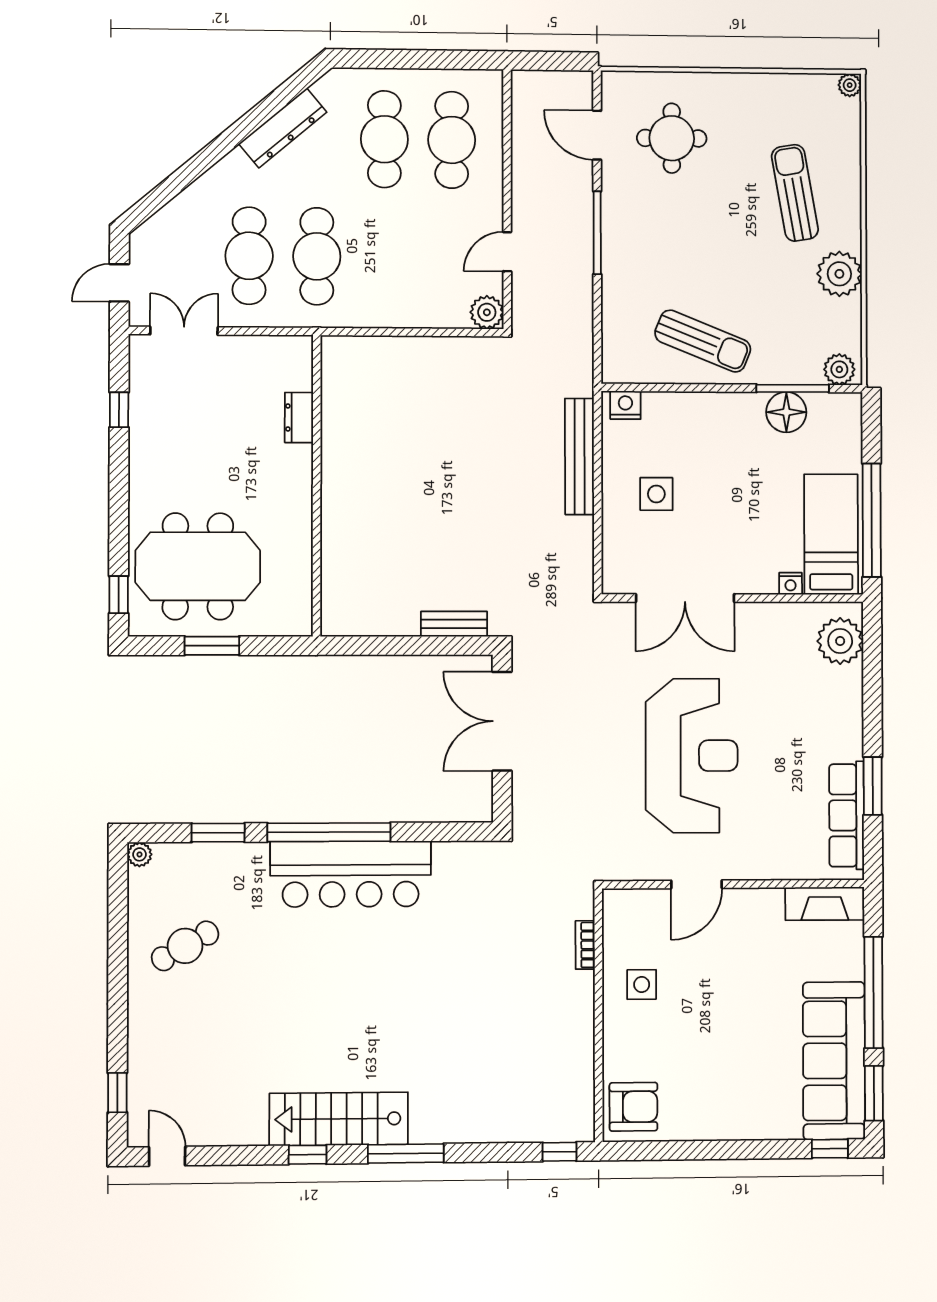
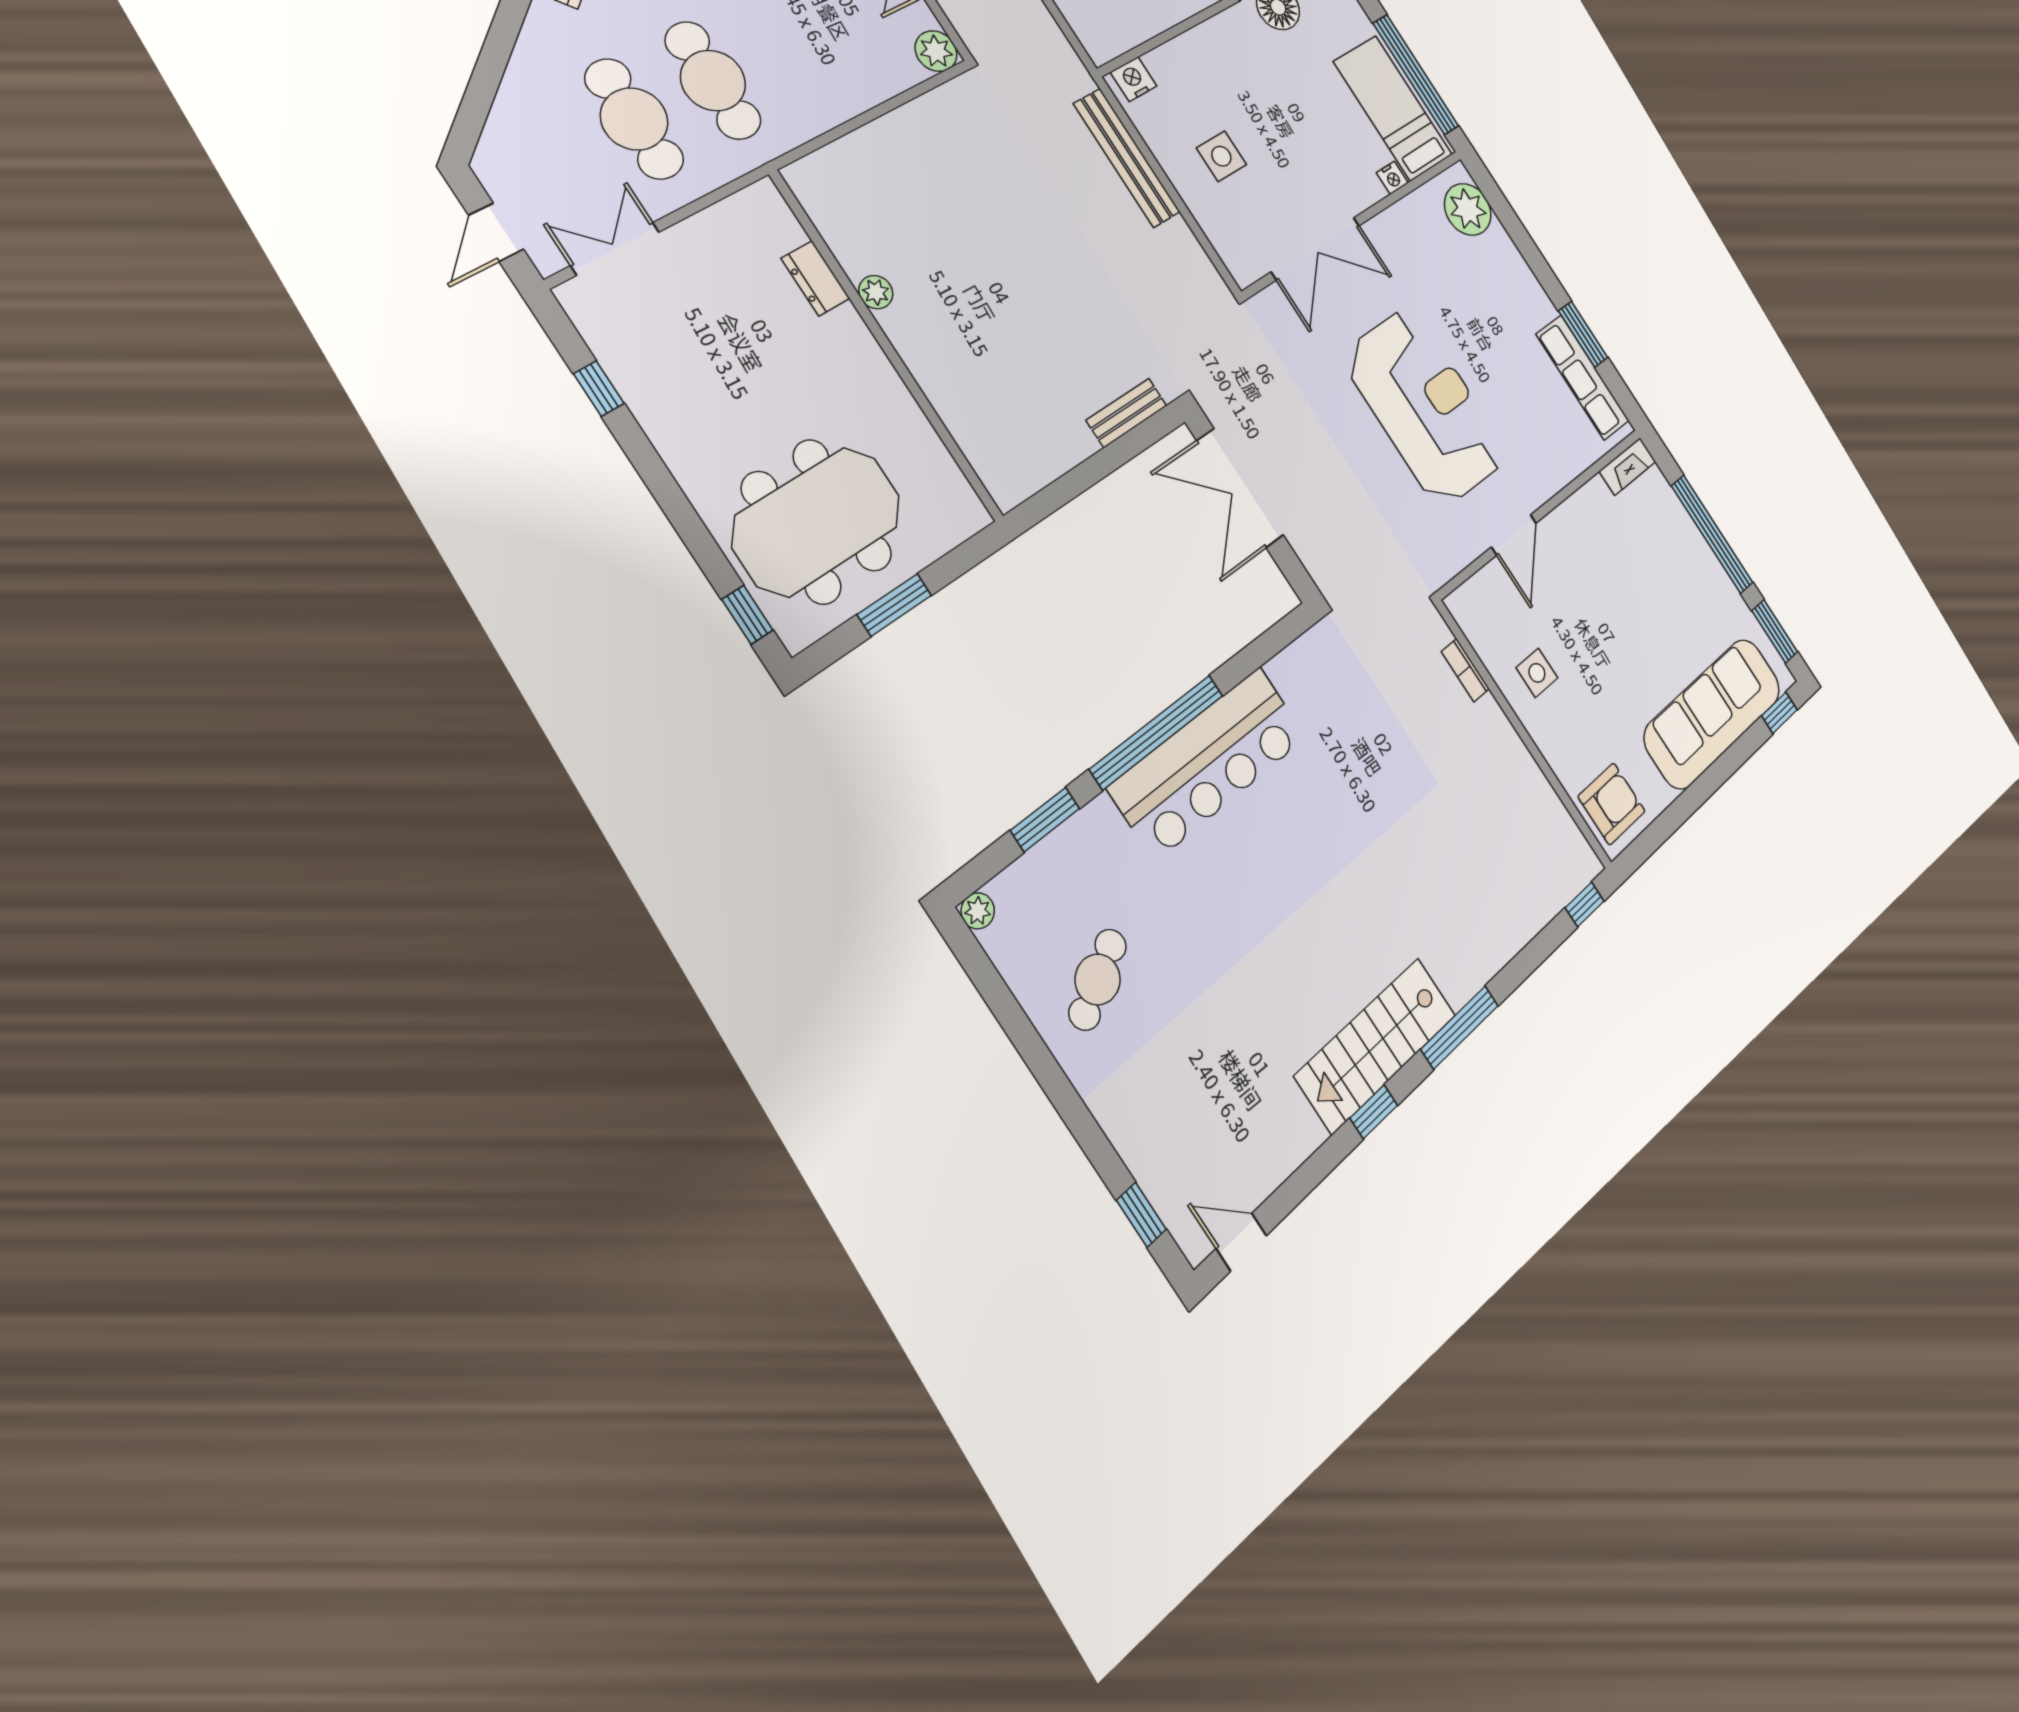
plant: (333, 448) -> (876, 292), added
fireplace: (825, 904) -> (1627, 466), width x0.73, depth x0.76
sofa: (834, 1061) -> (1713, 713), moved, turned 90

